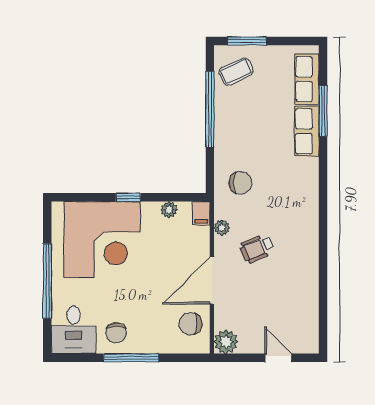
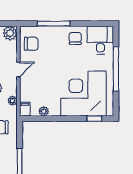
window: (128, 197) -> (94, 119), moved
door: (212, 280) -> (18, 69), width x0.53
window: (131, 358) -> (54, 24), moved

